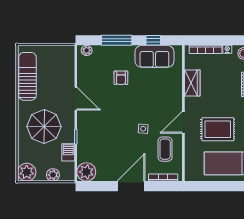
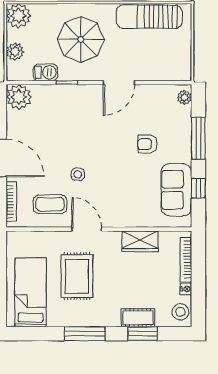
sun lounger: (27, 76) -> (149, 17), turned 180

